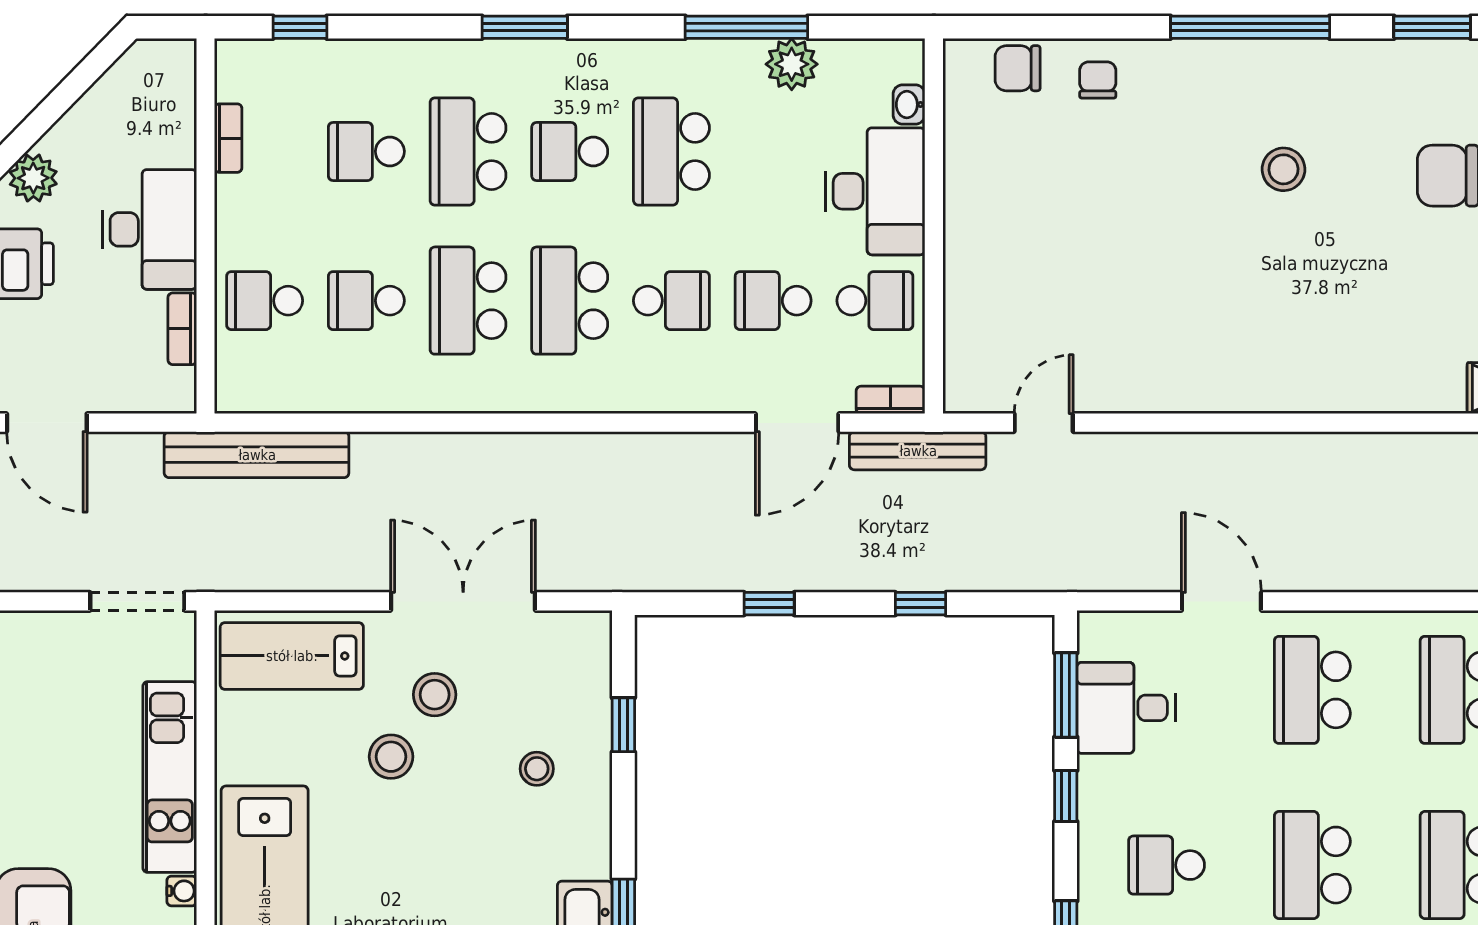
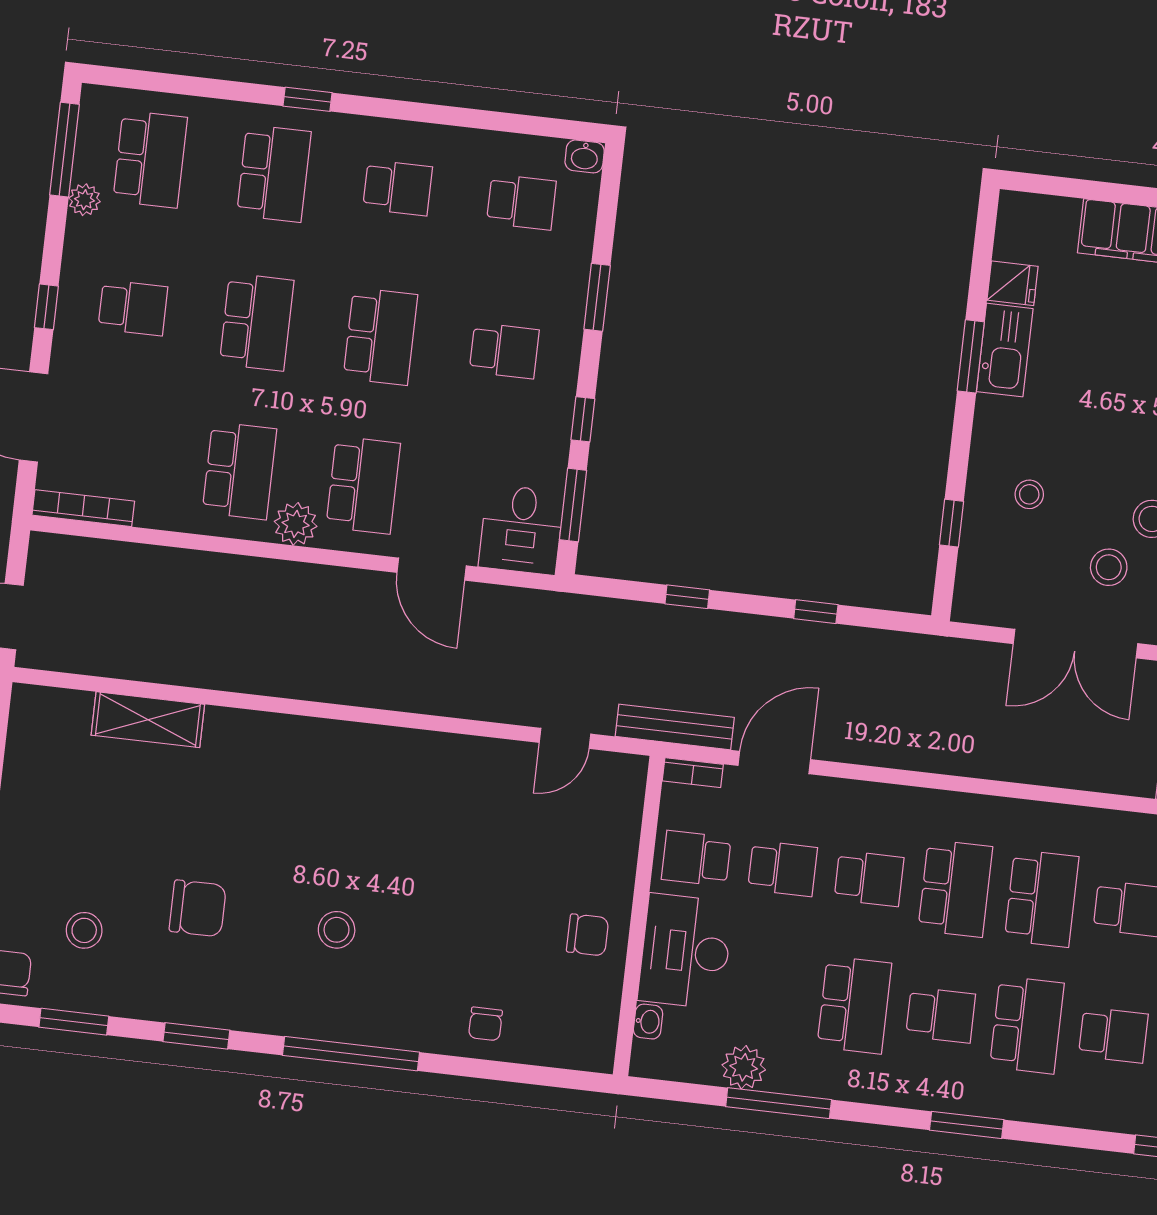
chair: (1018, 68) -> (588, 935), moved
school desk: (671, 301) -> (869, 878), turned 180
plant: (1386, 636) -> (296, 524), added
desk: (1126, 708) -> (521, 530), moved, turned 90

